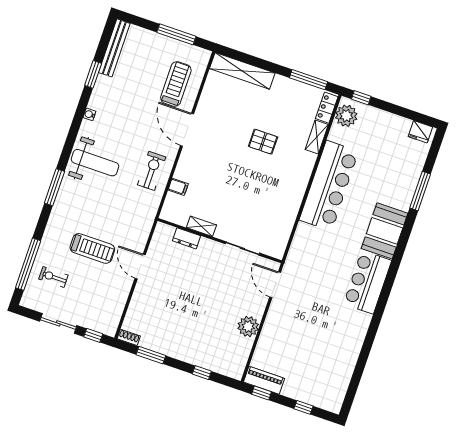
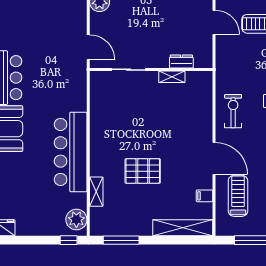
treadmill: (176, 84) -> (238, 196), turned 180
locker: (327, 108) -> (96, 221), removed
pallet: (263, 142) -> (143, 171), width x1.50, depth x1.42
exercise bike: (152, 171) -> (233, 111), turned 180
filing cabinet: (178, 187) -> (205, 196), moved

